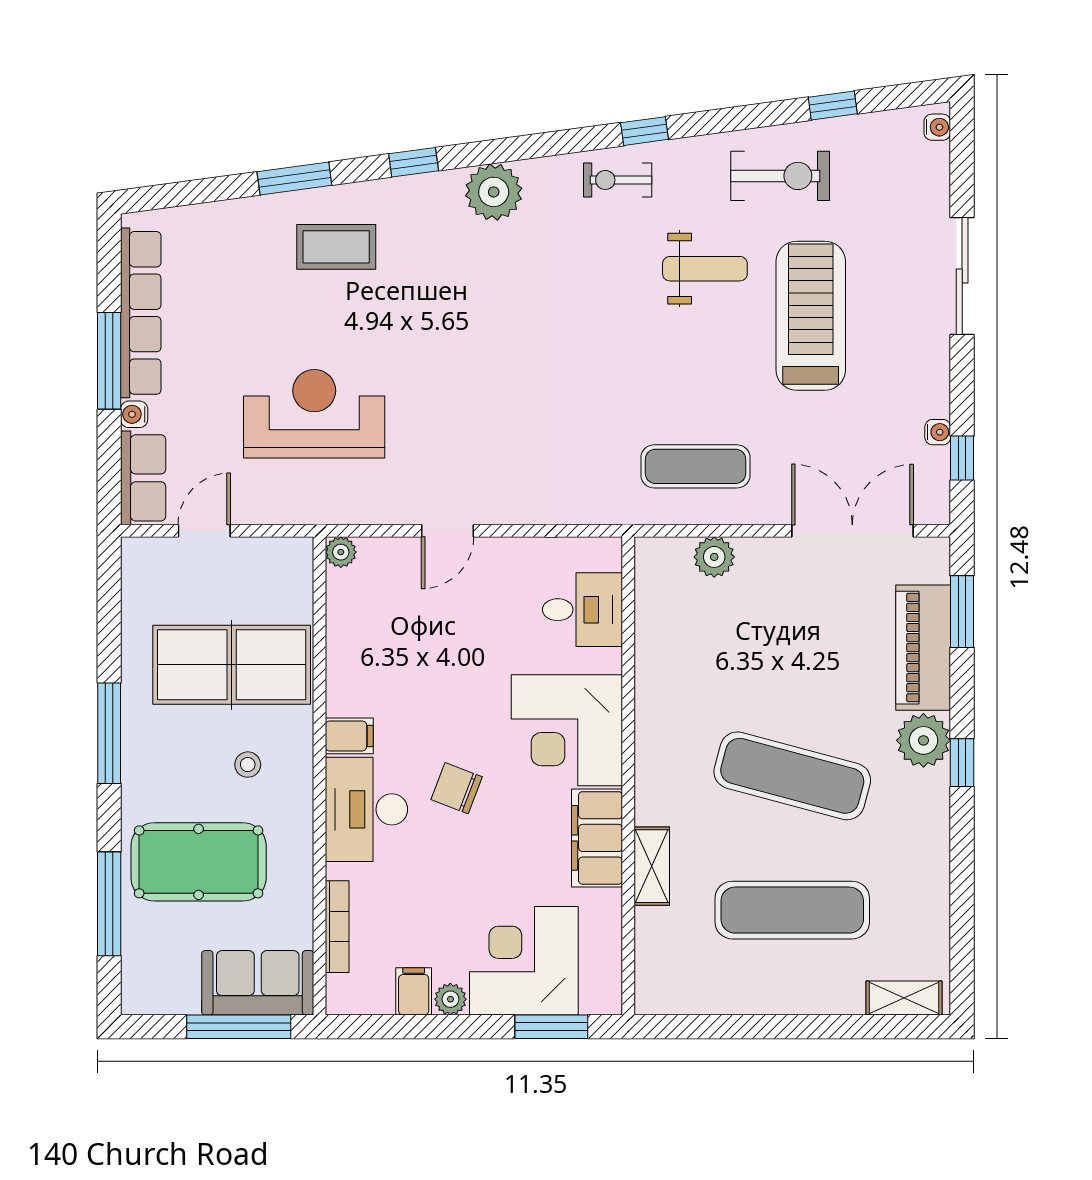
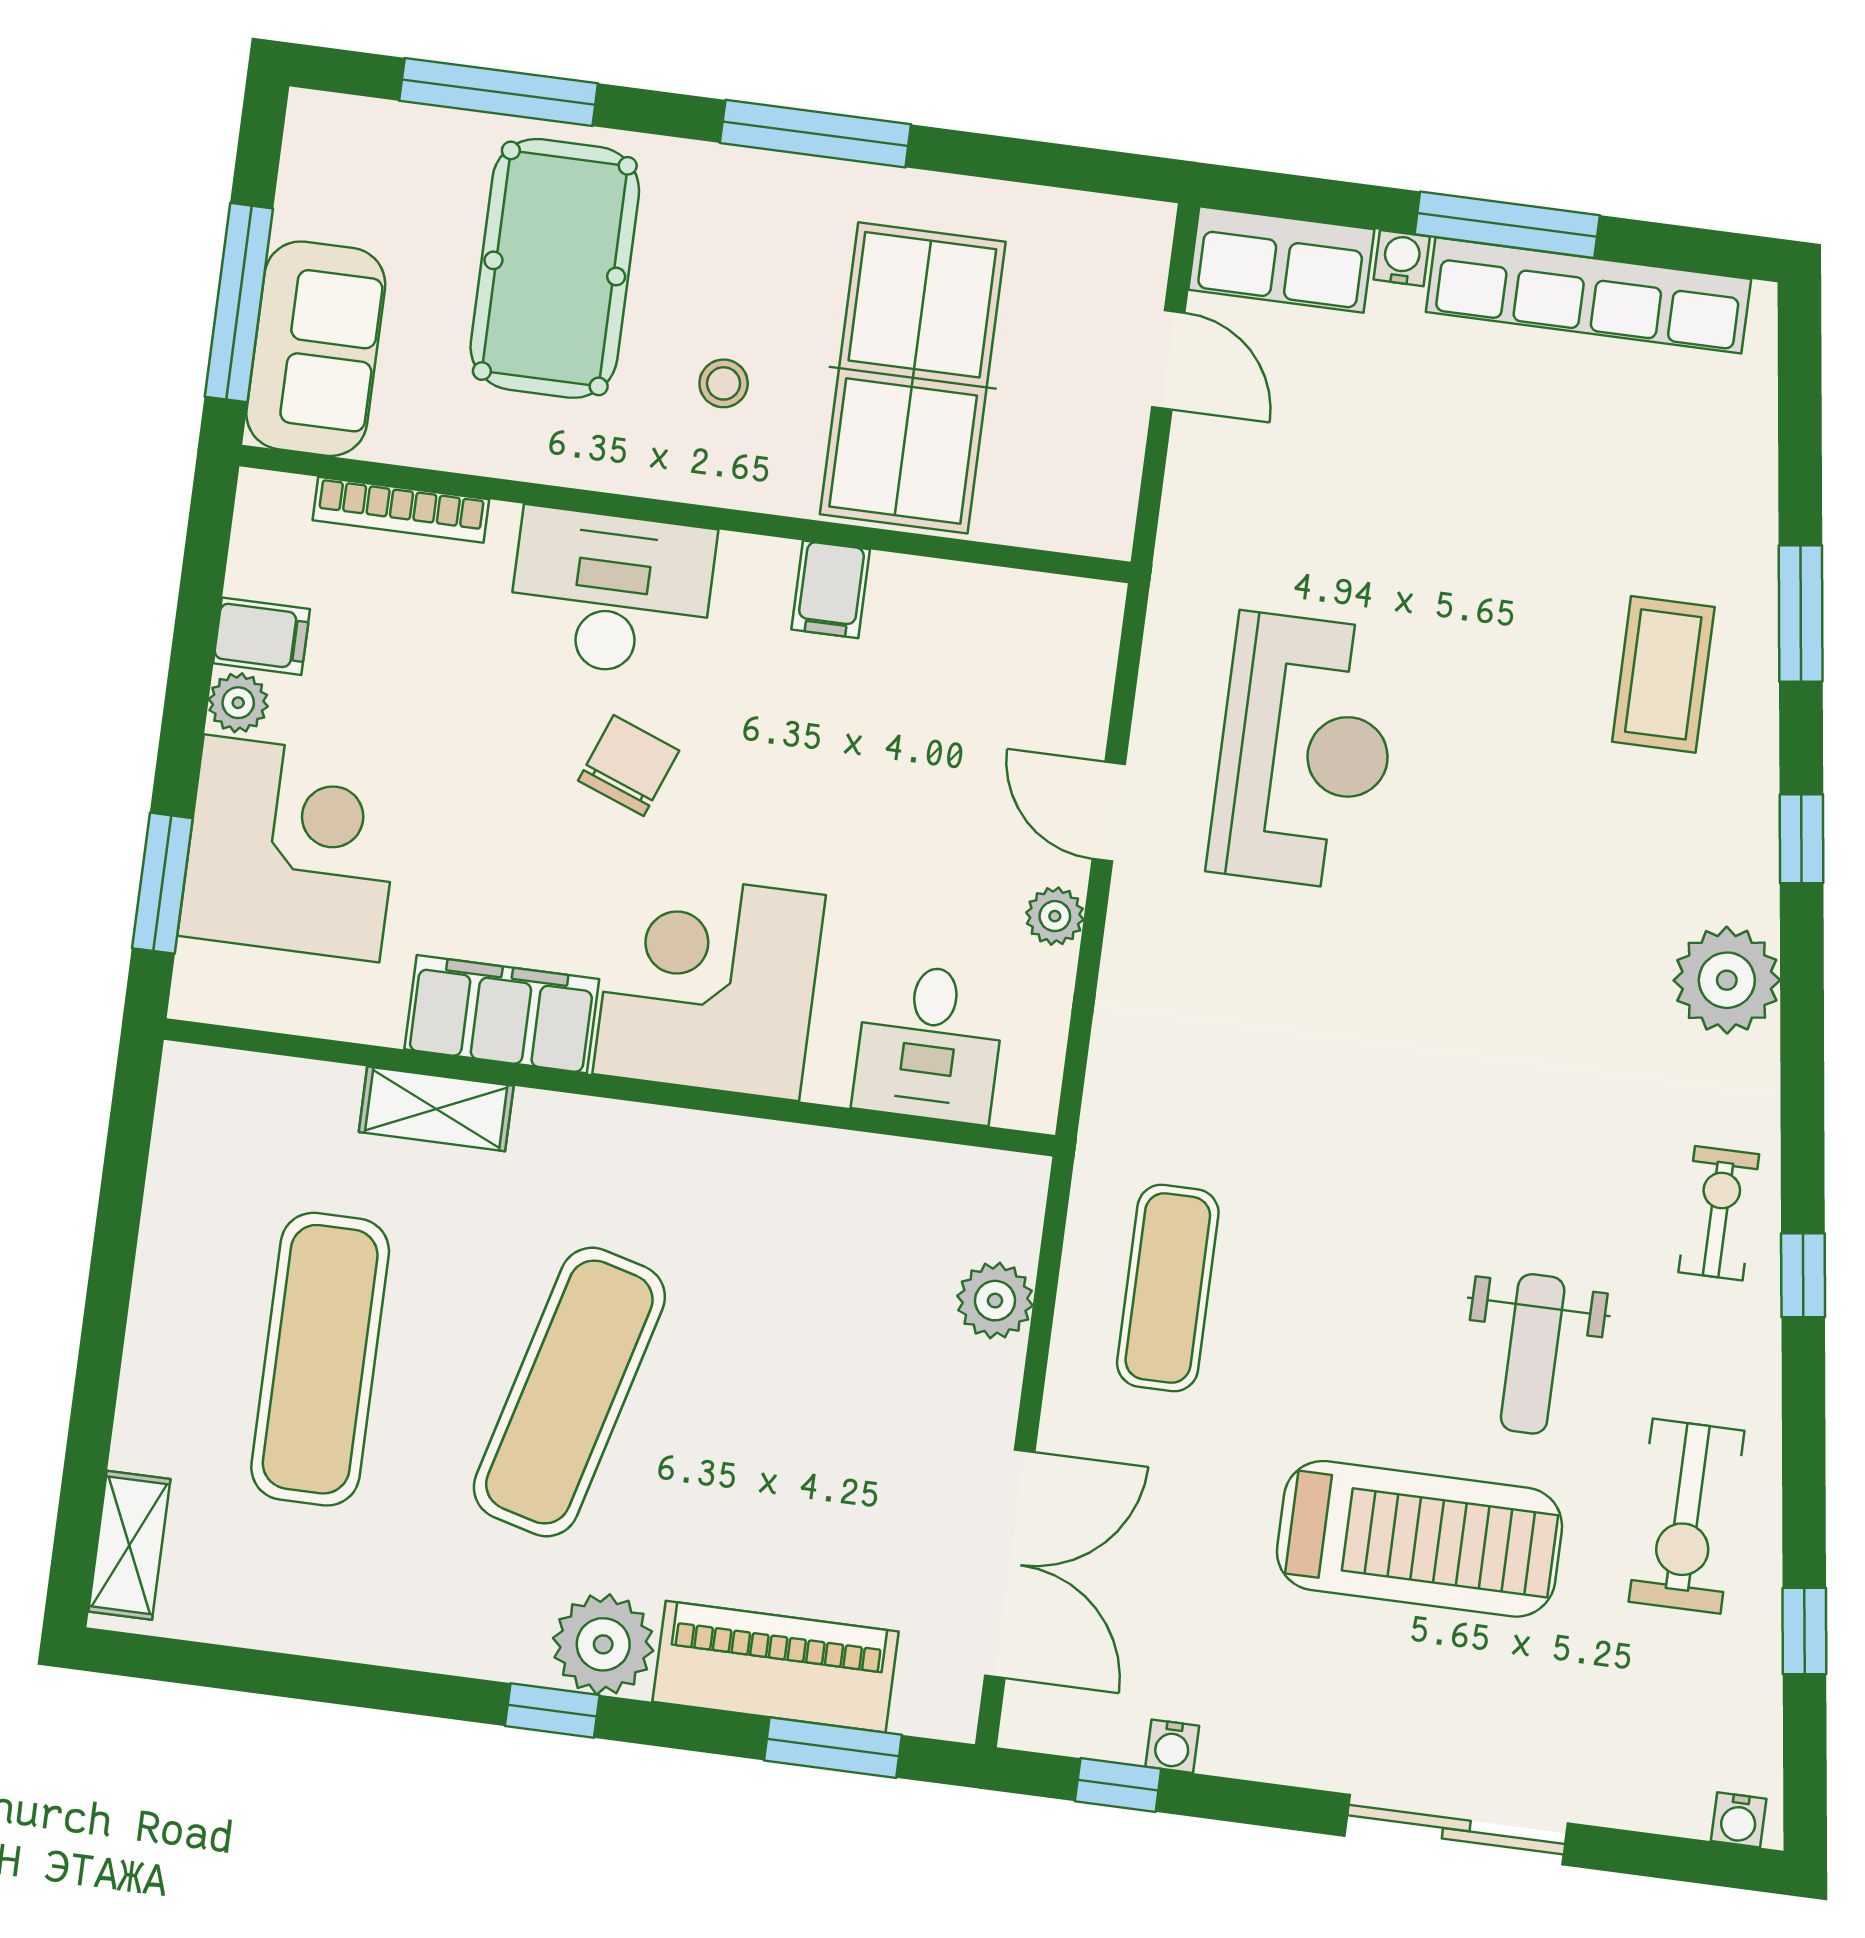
reception desk: (314, 414) -> (1305, 751), moved
plant: (341, 552) -> (1055, 916), moved
filing cabinet: (349, 736) -> (831, 589), moved

